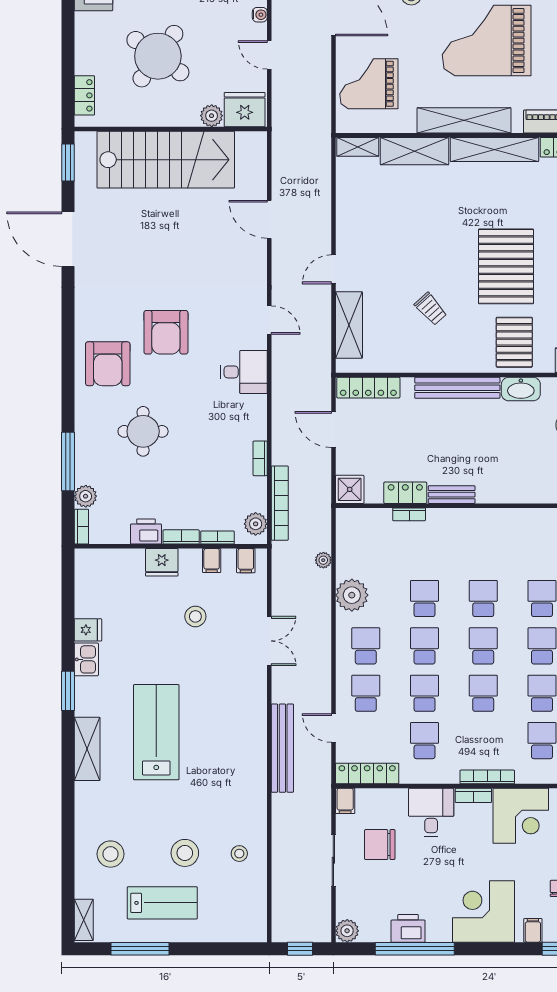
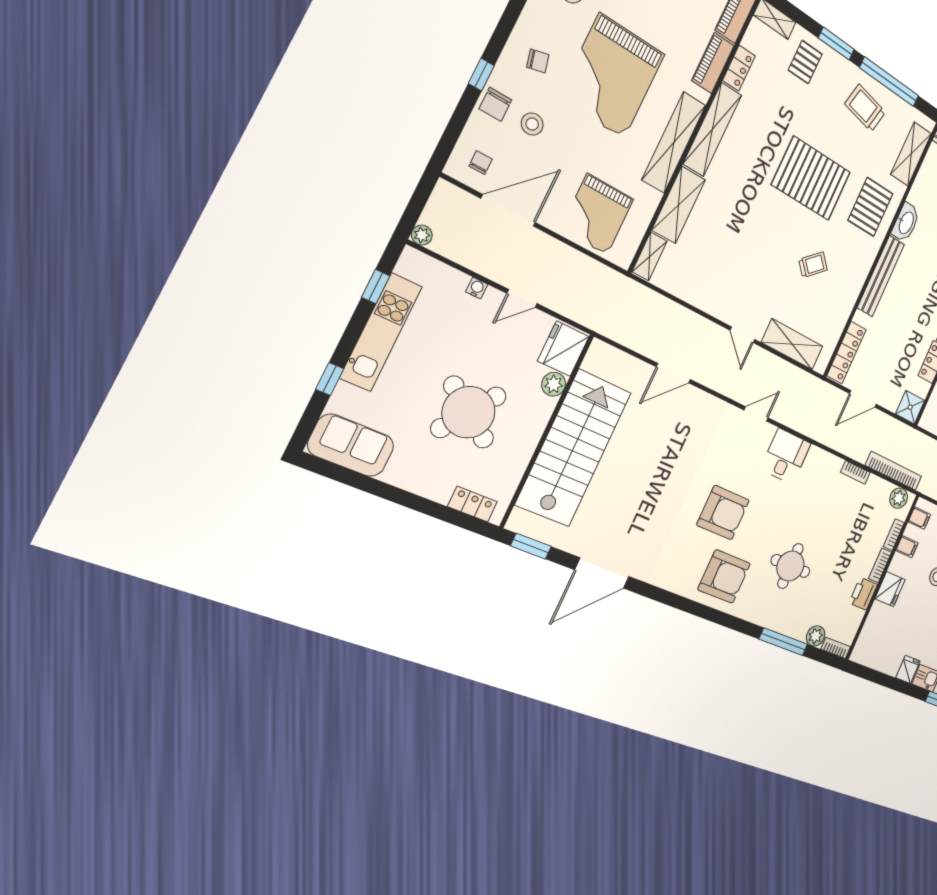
pallet: (514, 342) -> (870, 207), turned 90

